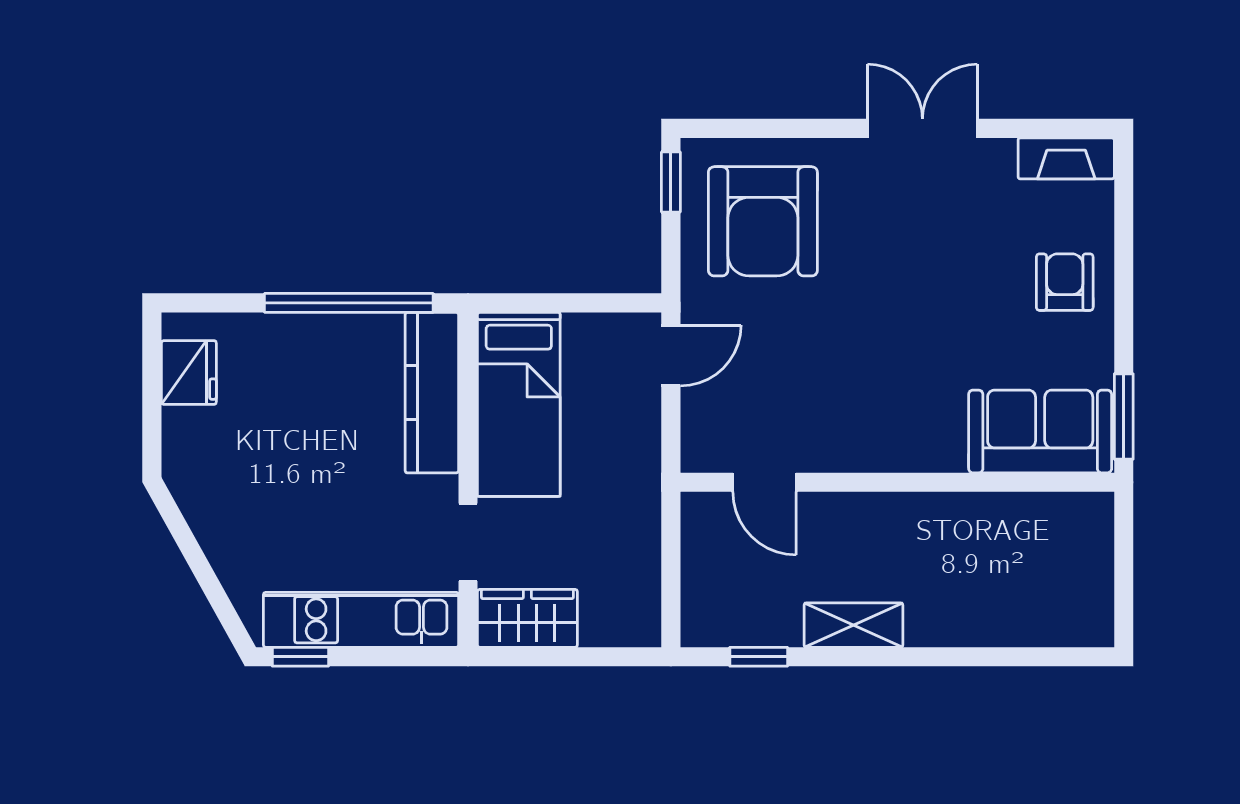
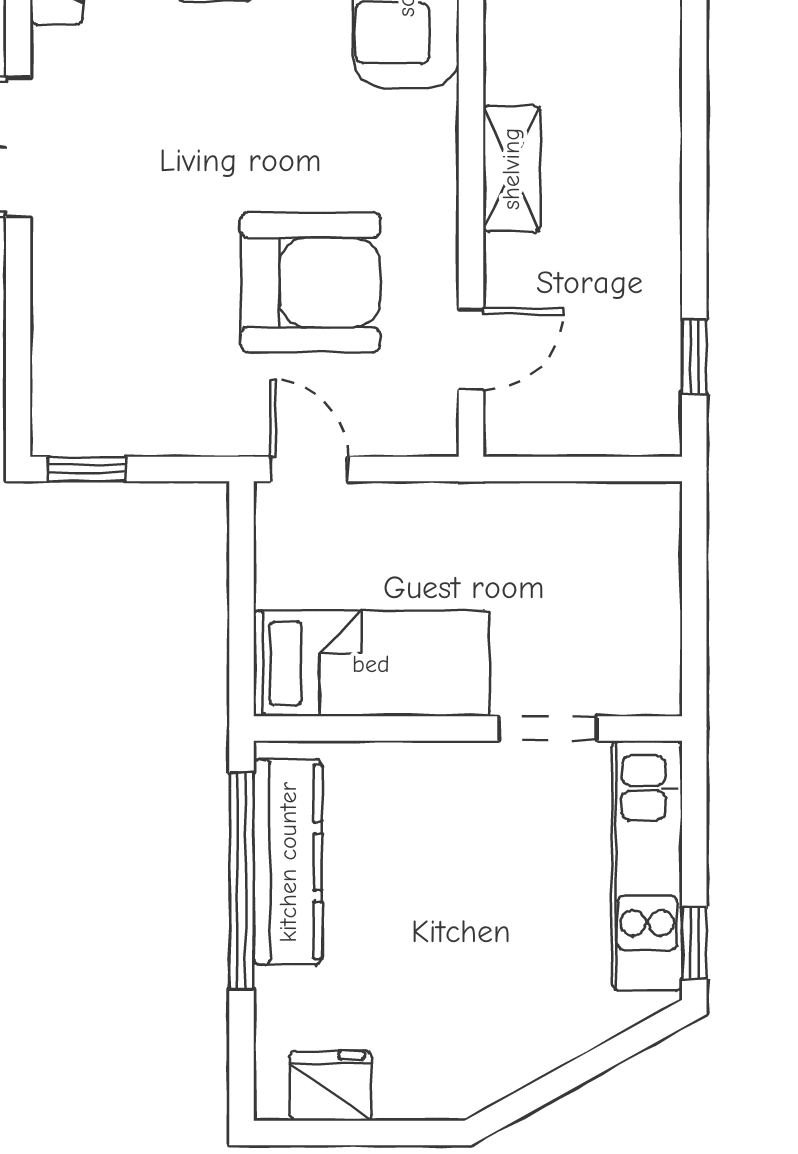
armchair: (763, 221) -> (310, 282), moved
kitchen counter: (432, 393) -> (288, 862), moved, turned -90
wardrobe: (527, 618) -> (645, 653), removed
shelving: (853, 625) -> (511, 169), moved

